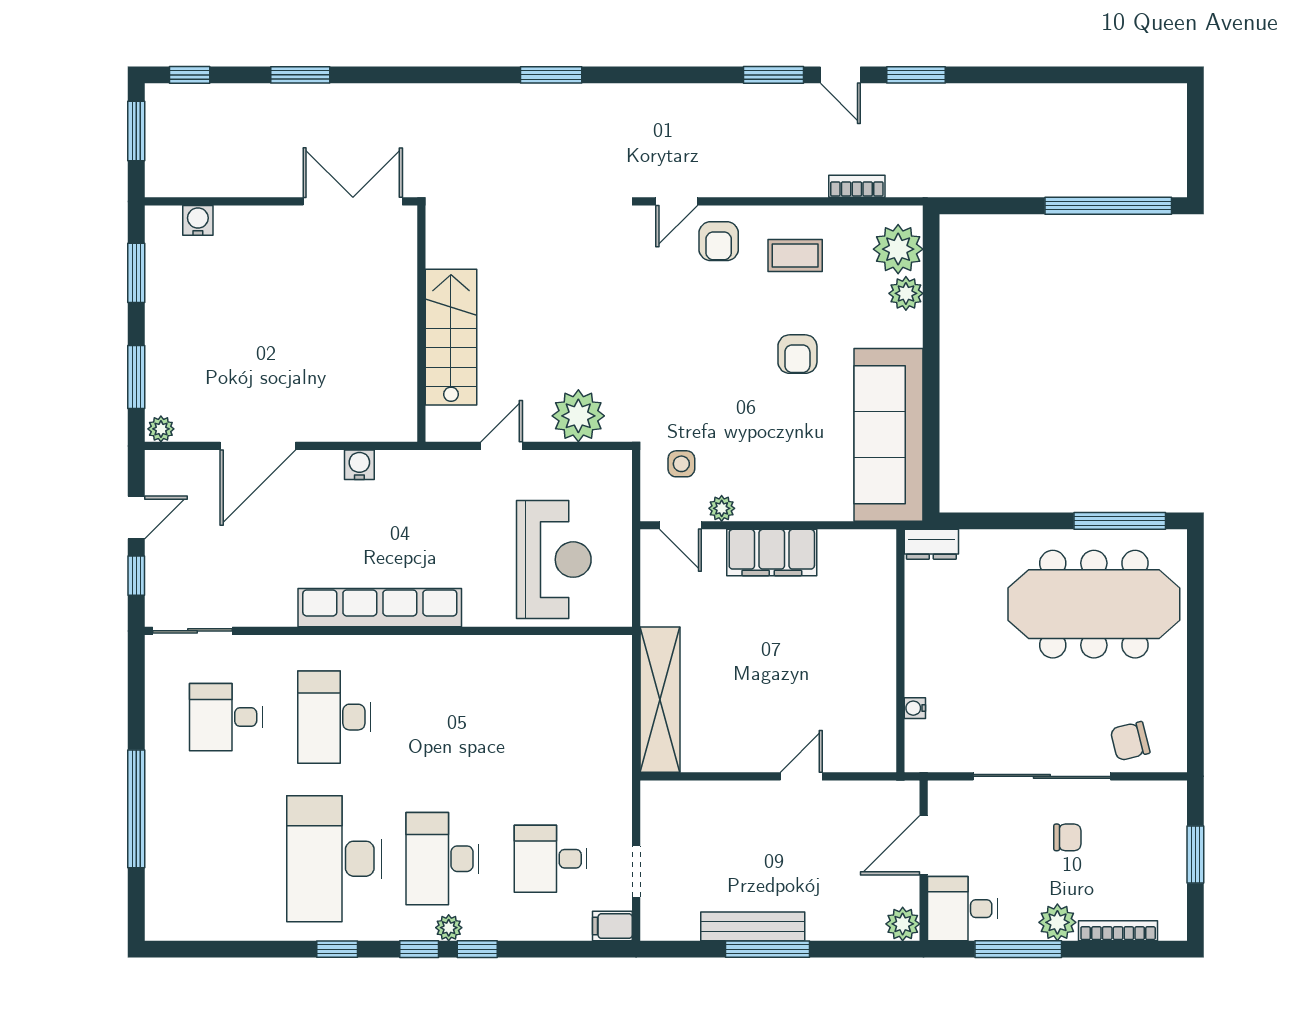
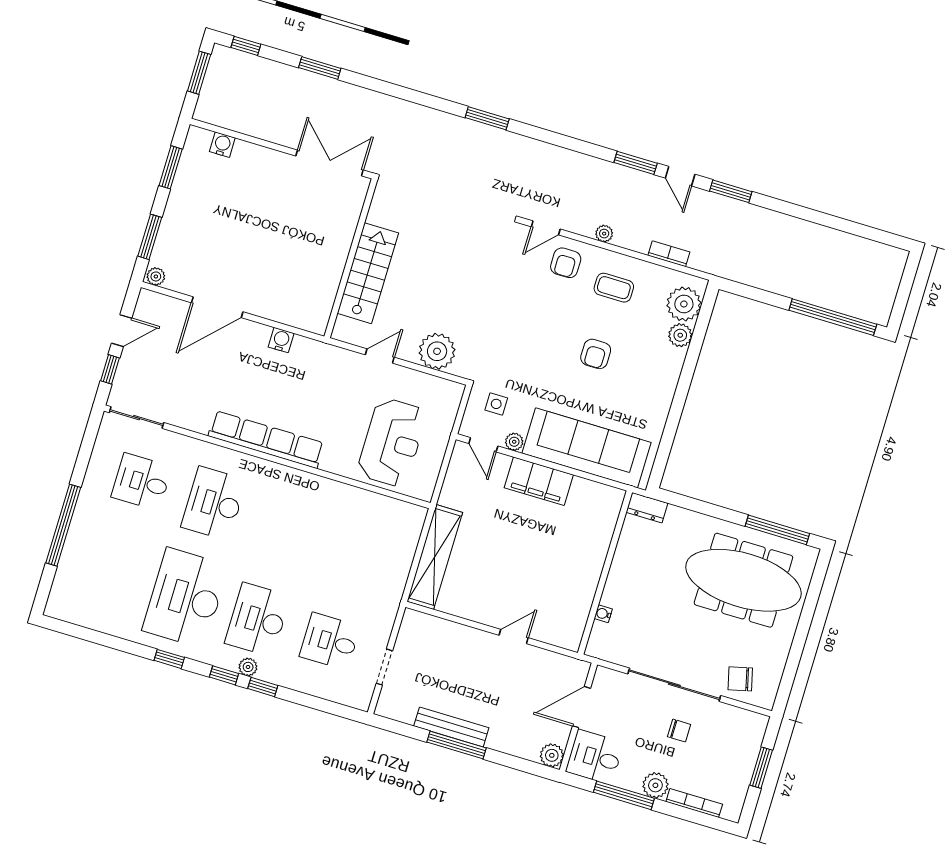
plant: (759, 185) -> (604, 234), added
sofa: (889, 435) -> (587, 448), moved, turned 90
filing cabinet: (612, 926) -> (358, 699), removed

